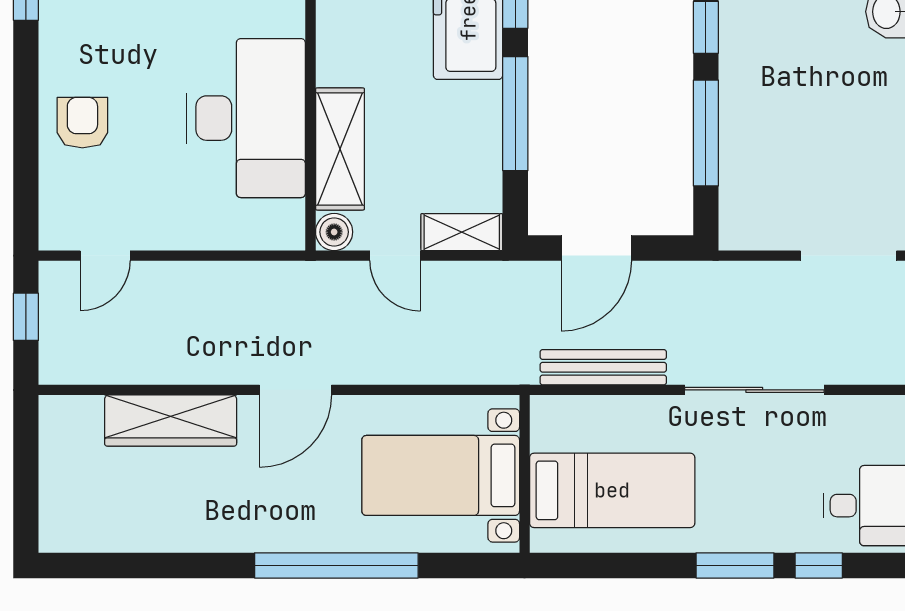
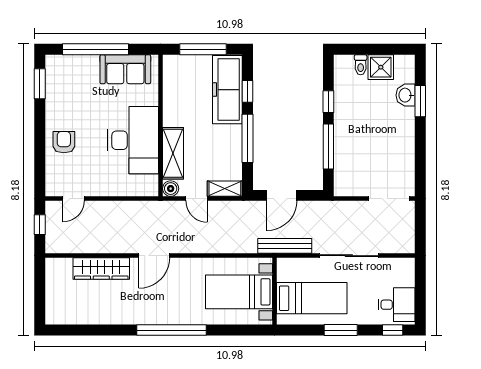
wall: (525, 474) -> (275, 291), moved
bed with nightstands: (441, 475) -> (239, 292), moved
bed: (612, 490) -> (312, 298), moved
window: (819, 565) -> (393, 330), moved

